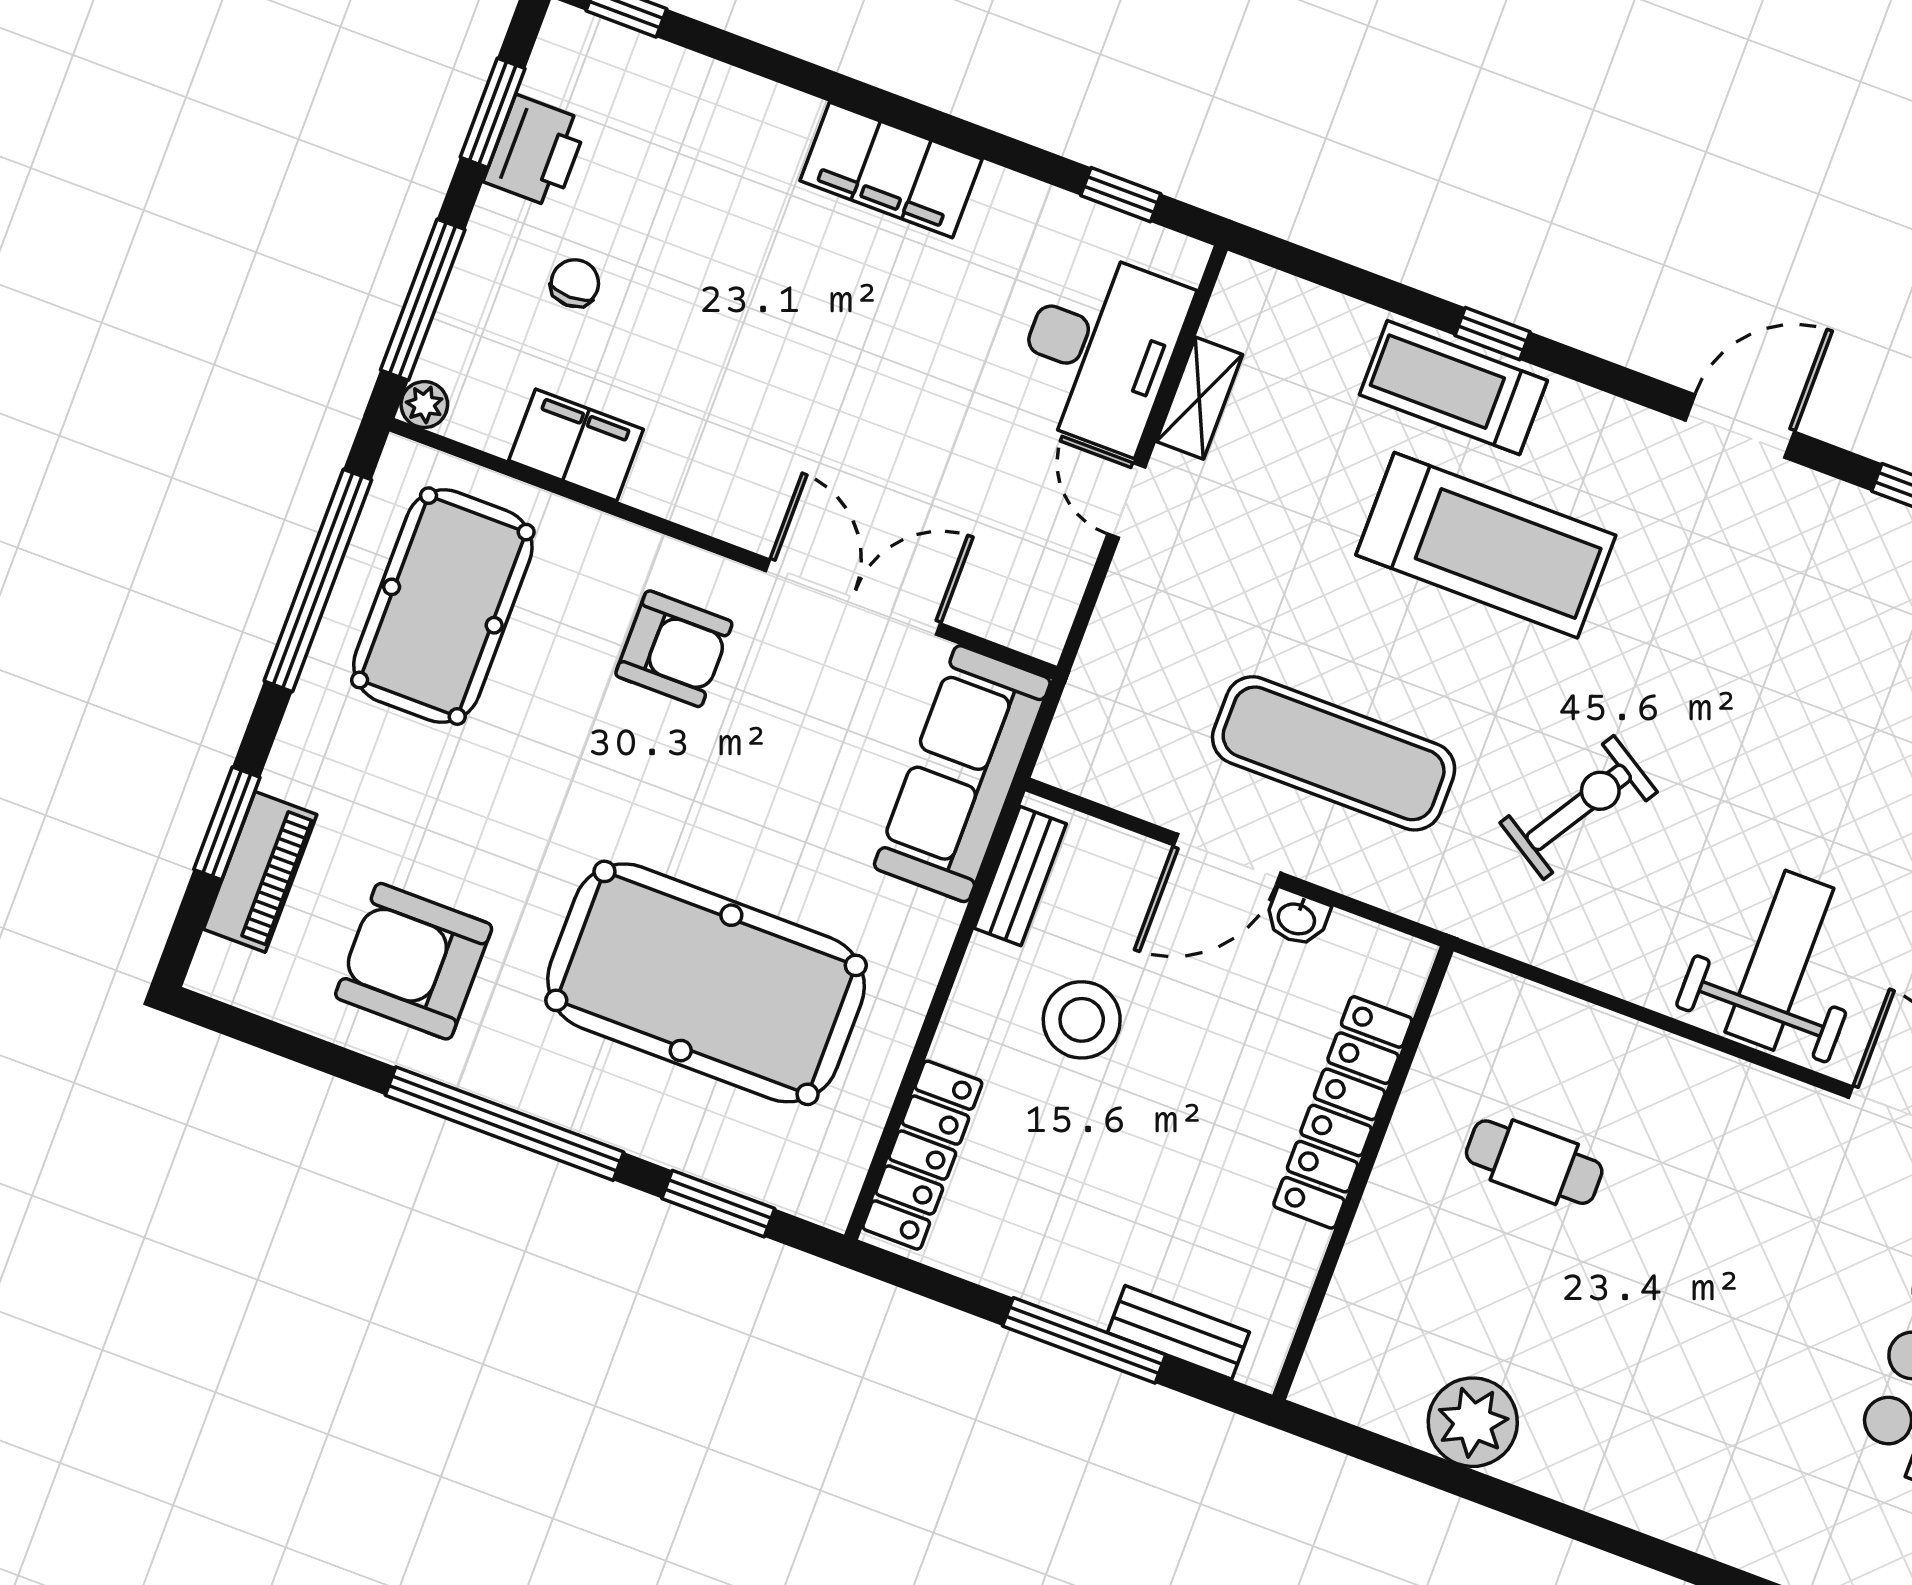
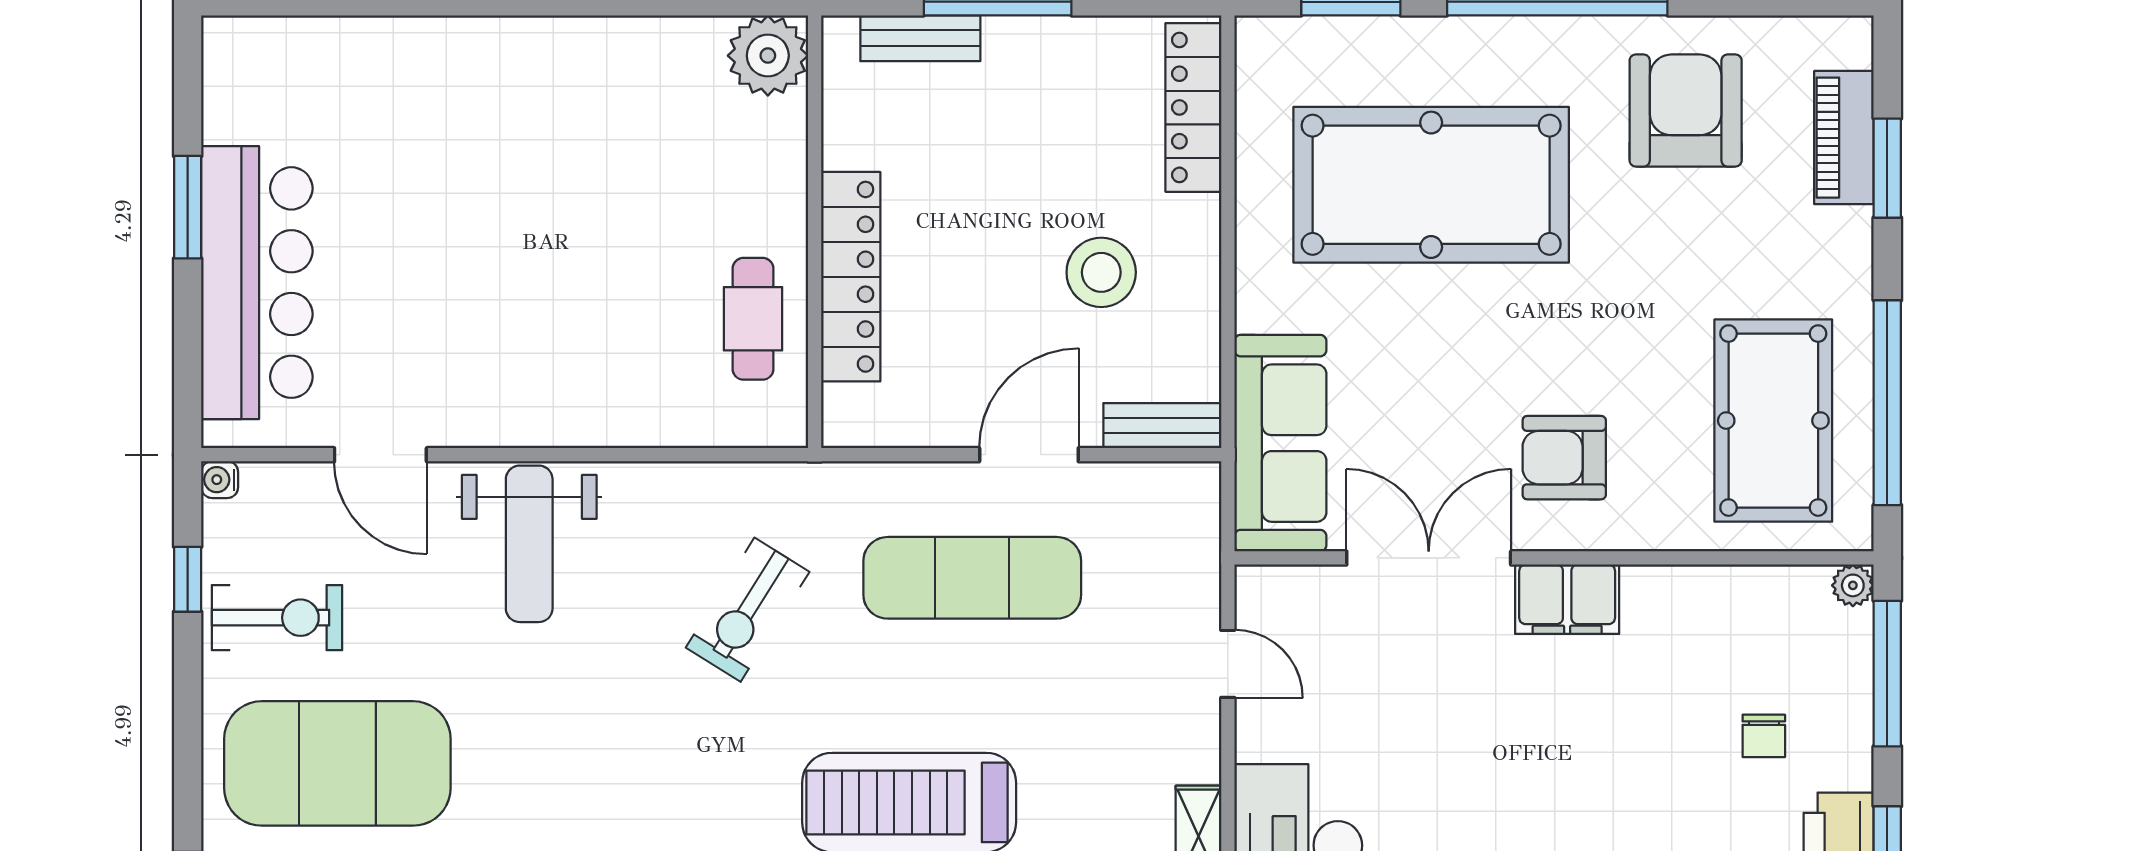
filing cabinet: (576, 445) -> (1567, 599), moved
door: (1126, 501) -> (1228, 664), moved
double door: (853, 597) -> (1429, 558), swing flipped
bench: (1020, 876) -> (1162, 426), moved, turned 90
washbasin: (1297, 918) -> (951, 427), removed
armchair: (414, 961) -> (1686, 111), turned -90
cafe table: (1534, 1162) -> (753, 319), moved, turned 90
plant: (1473, 1422) -> (768, 56), moved

